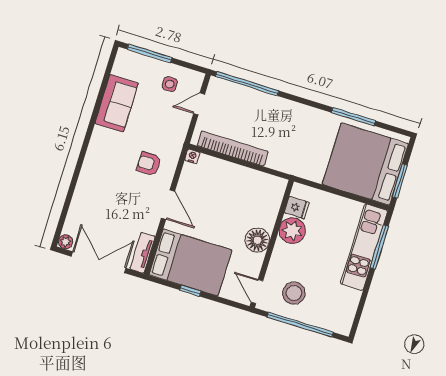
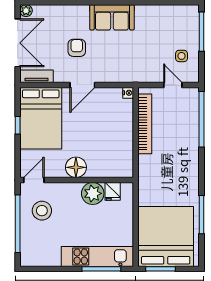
sofa: (117, 103) -> (112, 17), moved
armchair: (149, 164) -> (77, 48), moved

